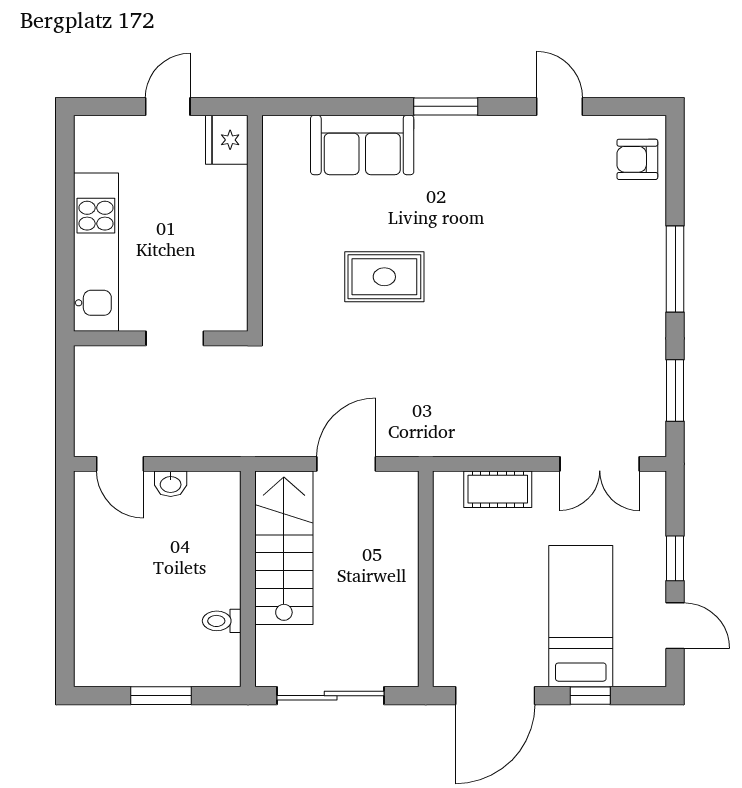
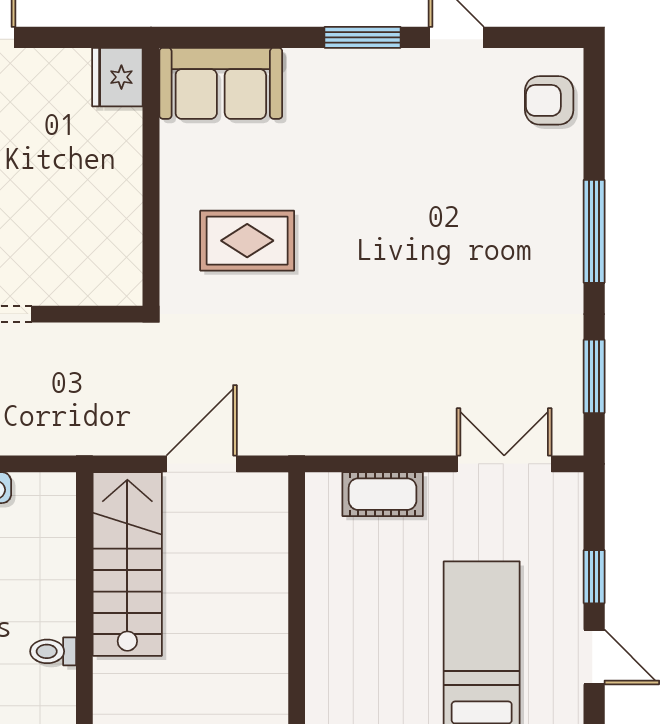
window: (446, 106) -> (363, 37), moved
fridge: (227, 140) -> (117, 77), moved
wall: (255, 223) -> (151, 177), moved
double door: (600, 464) -> (504, 464), swing flipped

